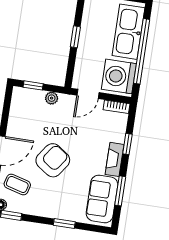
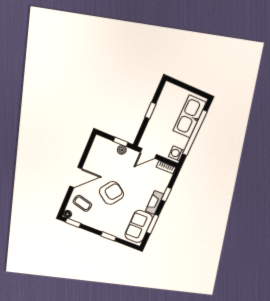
washing machine: (119, 76) -> (176, 153), width x0.53, depth x0.53
window: (33, 85) -> (121, 142), moved

